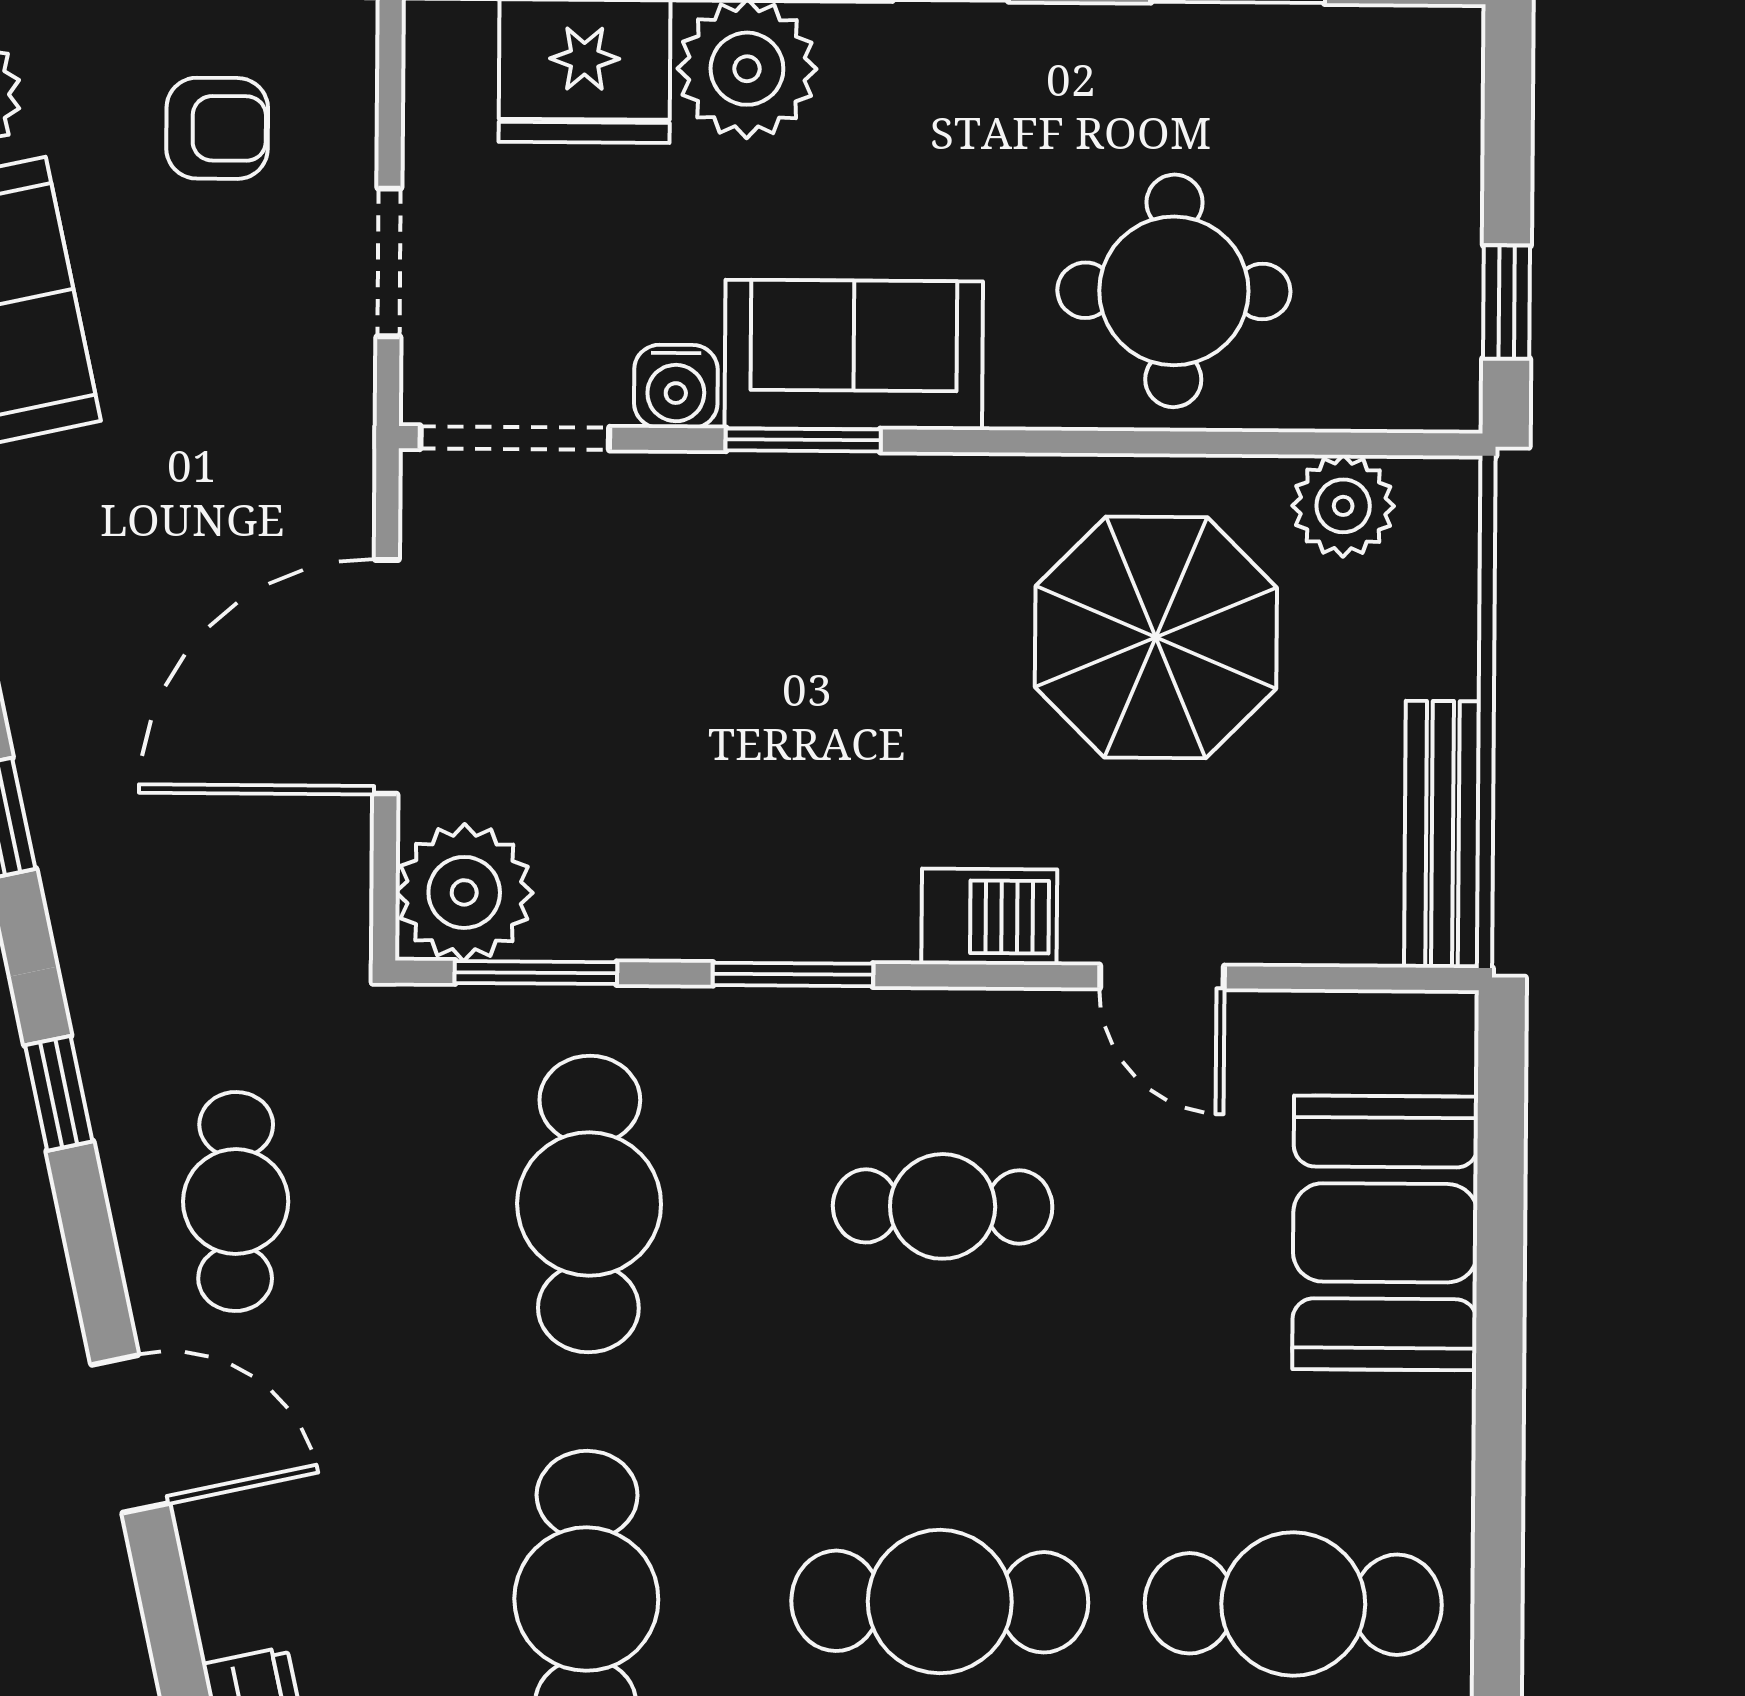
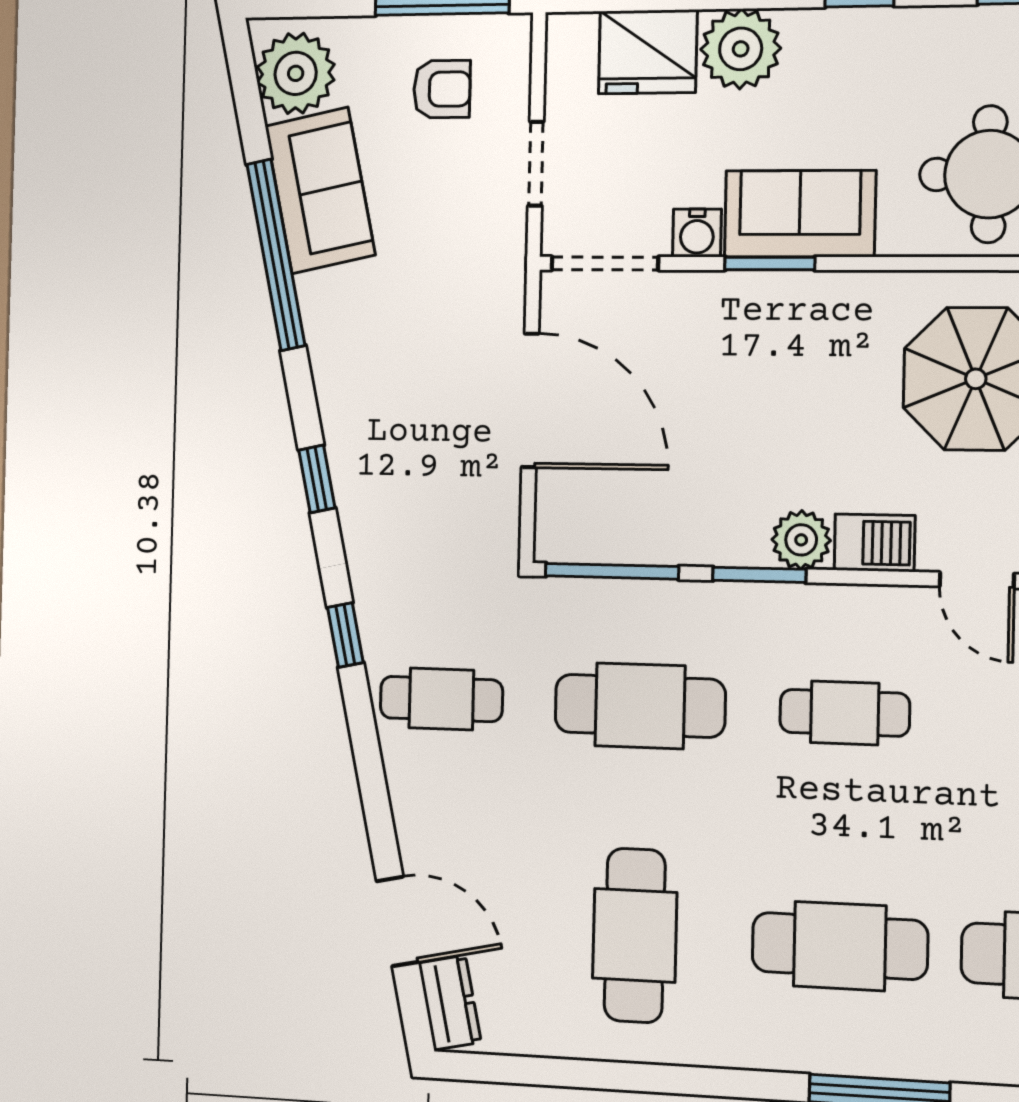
door: (386, 677) -> (530, 400), swing flipped
plant: (464, 892) -> (801, 540), moved, width x0.73, depth x0.73
window: (536, 973) -> (612, 571), width x1.44
cafe table: (236, 1202) -> (441, 699), turned 90
cafe table: (589, 1204) -> (640, 706), turned 90
door: (130, 1434) -> (398, 921), moved

